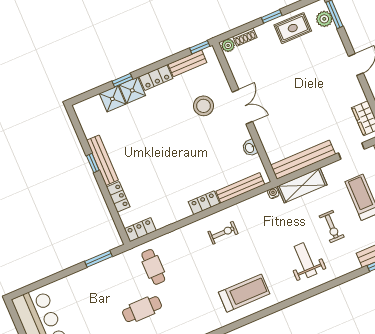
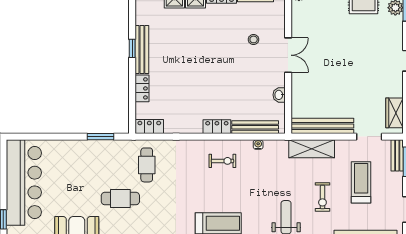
stool: (204, 106) -> (254, 39), width x0.53, depth x0.53
water cooler: (273, 193) -> (258, 145), moved

